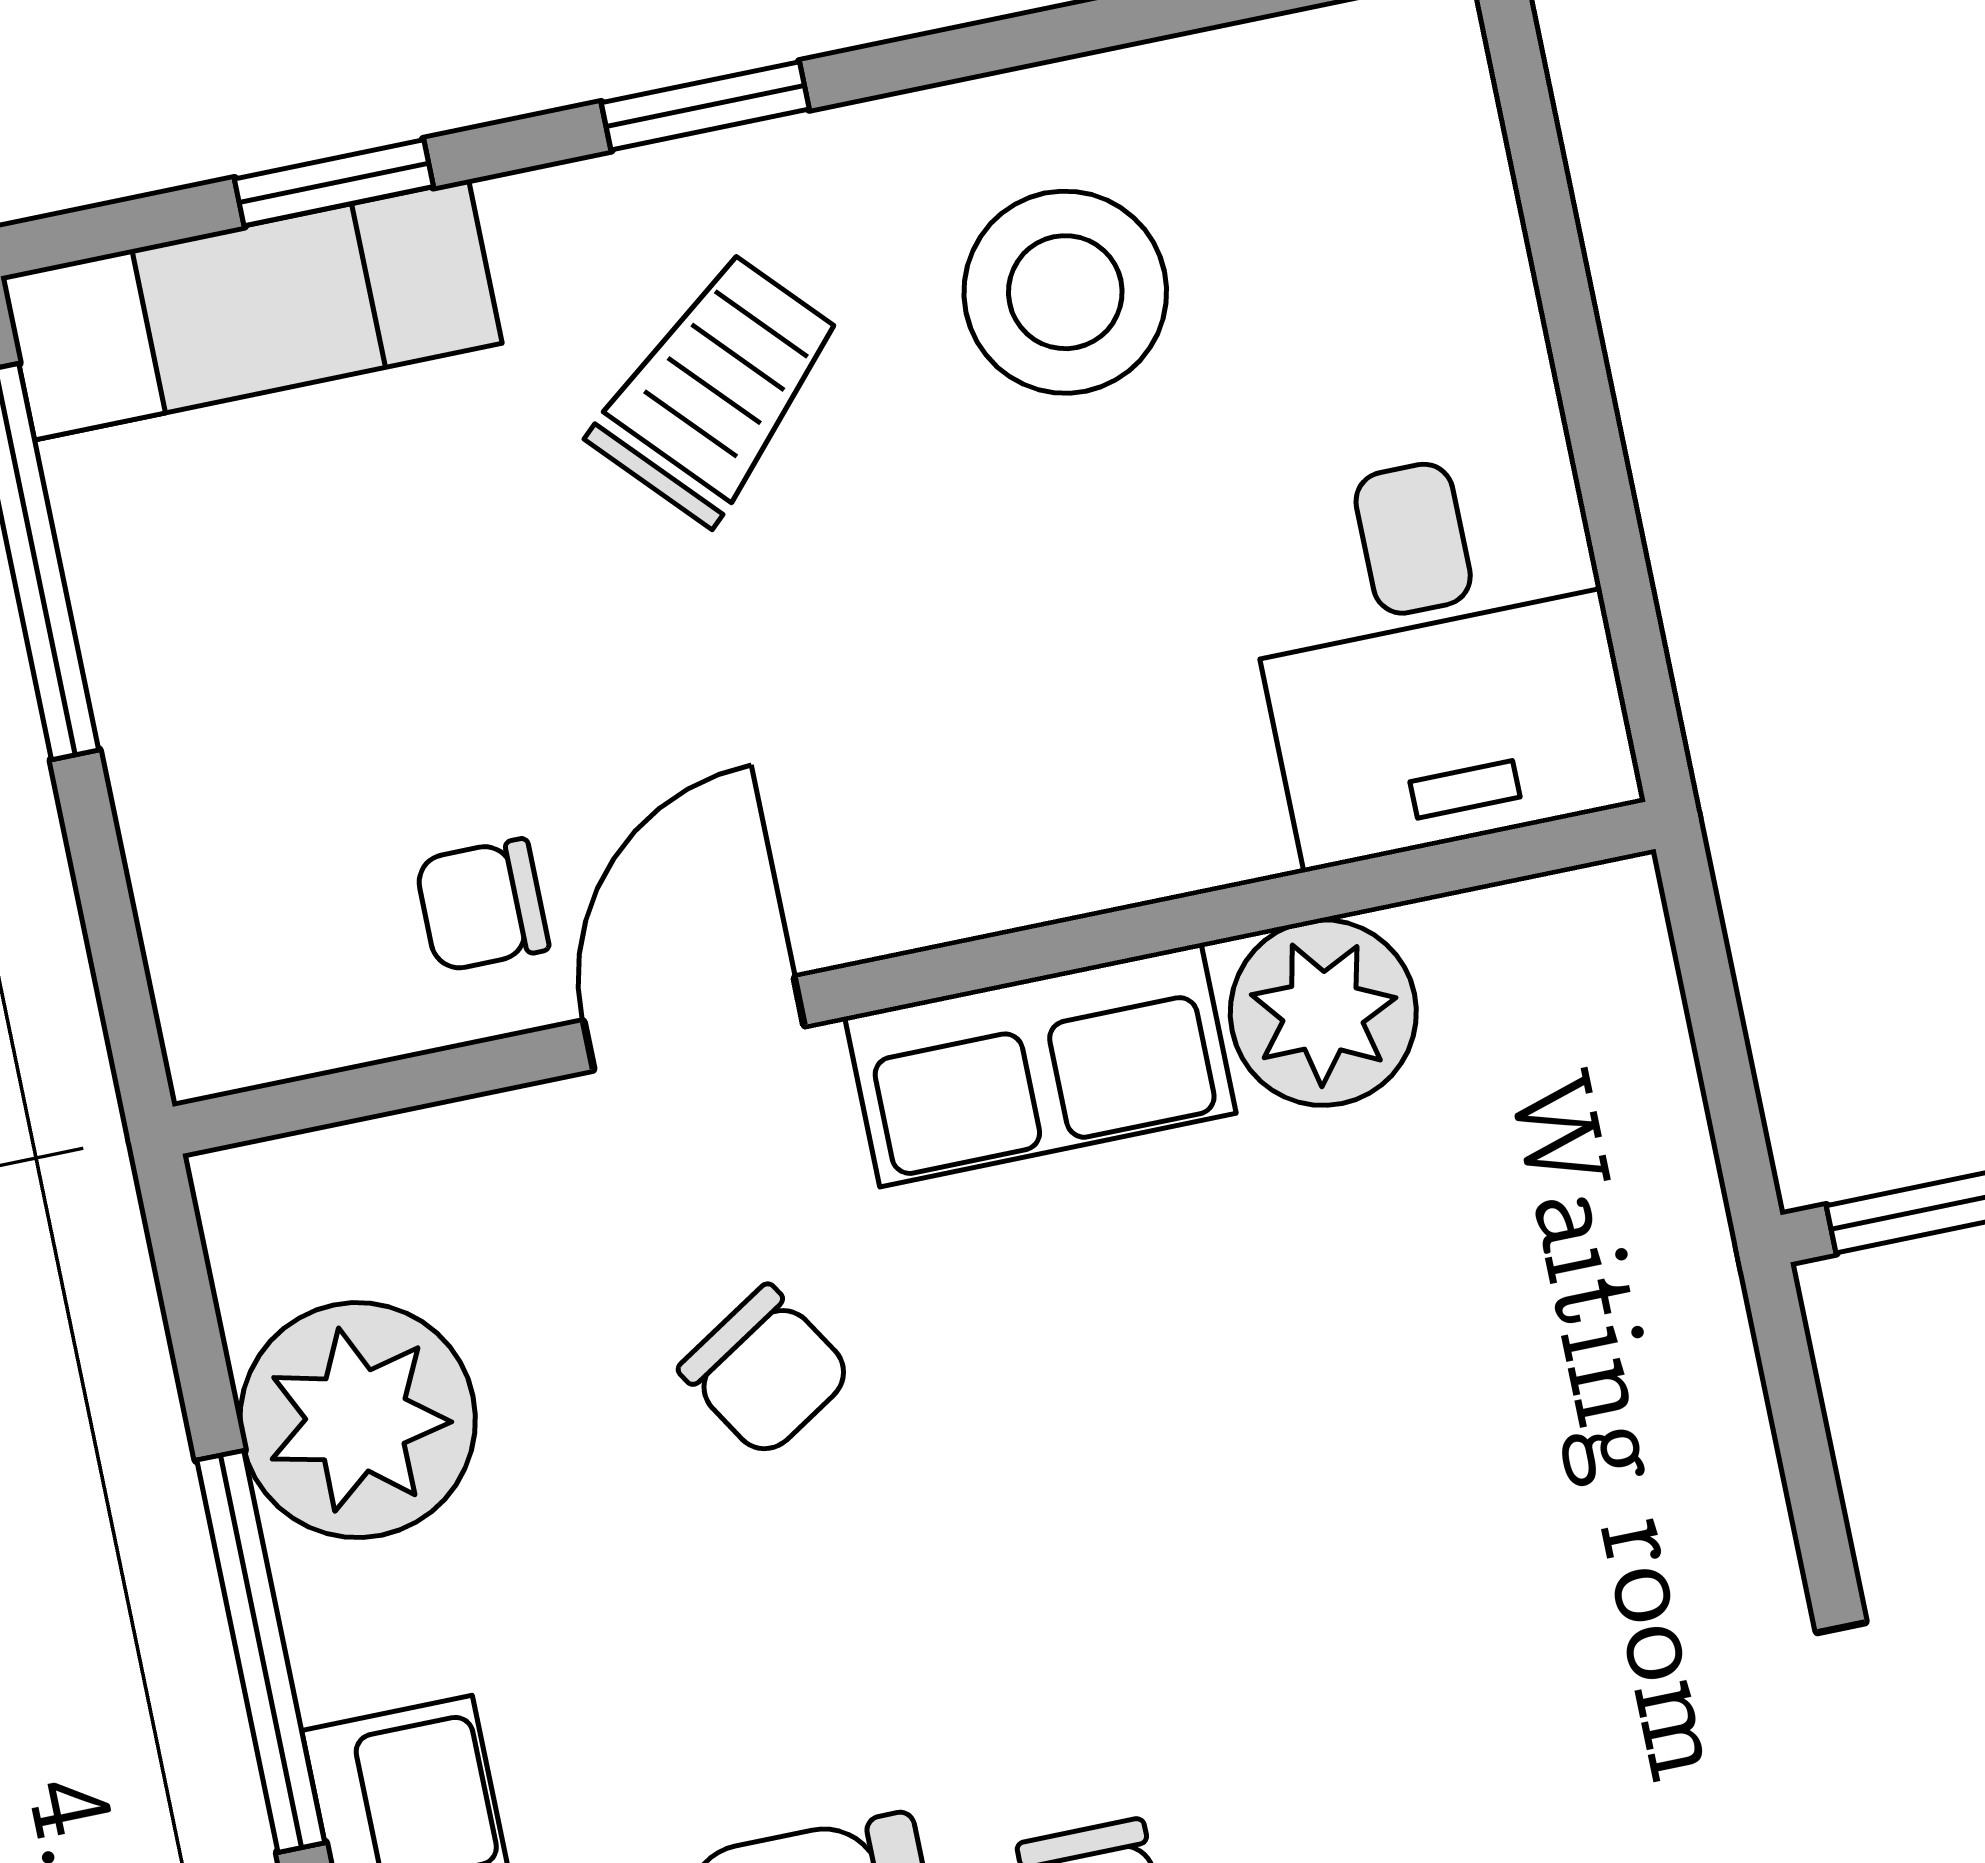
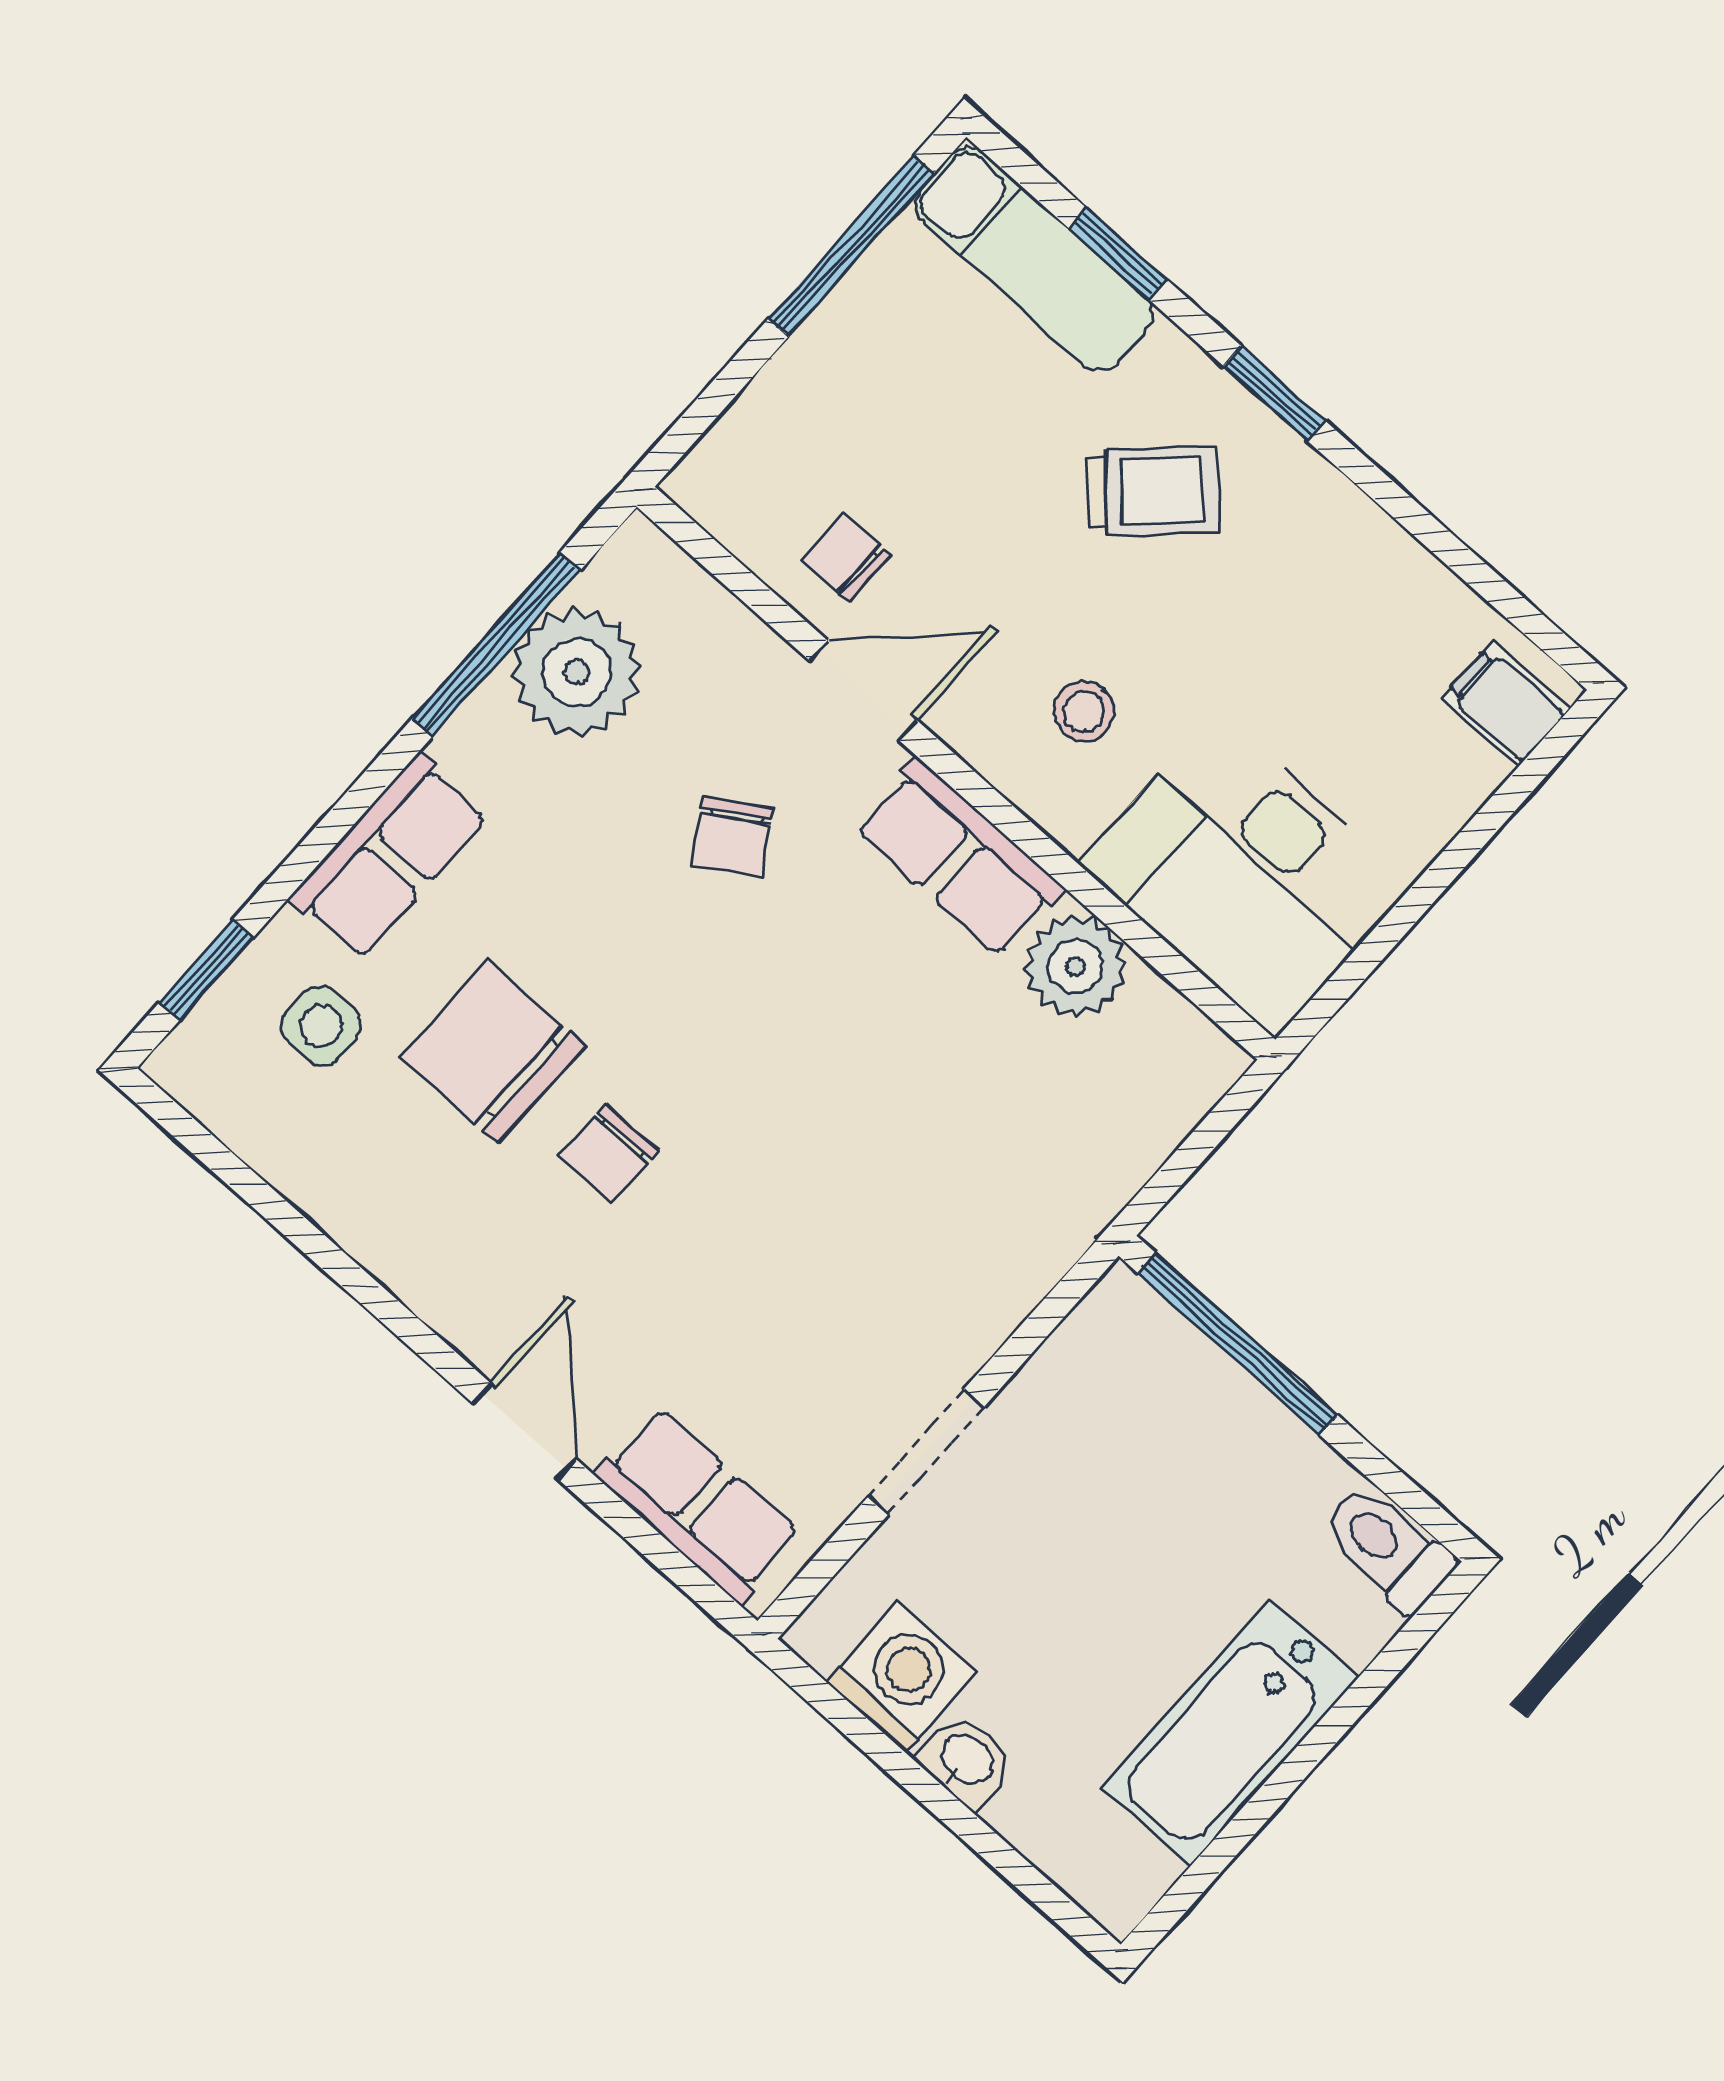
filing cabinet: (1406, 106) -> (1505, 704), added
stool: (1065, 292) -> (1084, 712), moved, width x0.53, depth x0.53
desk: (1437, 653) -> (1246, 874), width x1.37
window: (261, 1651) -> (496, 645), moved

